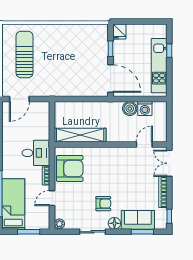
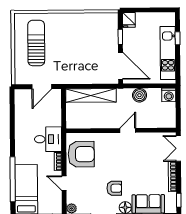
door: (19, 99) -> (42, 87), moved
washing machine: (145, 109) -> (169, 95), moved
shelving: (80, 135) -> (91, 95), moved
door: (144, 145) -> (128, 130), moved
door: (52, 198) -> (64, 183), hinge flipped

